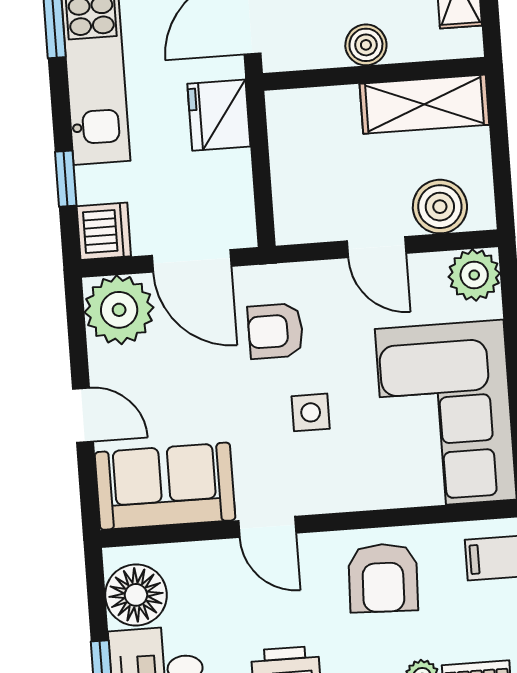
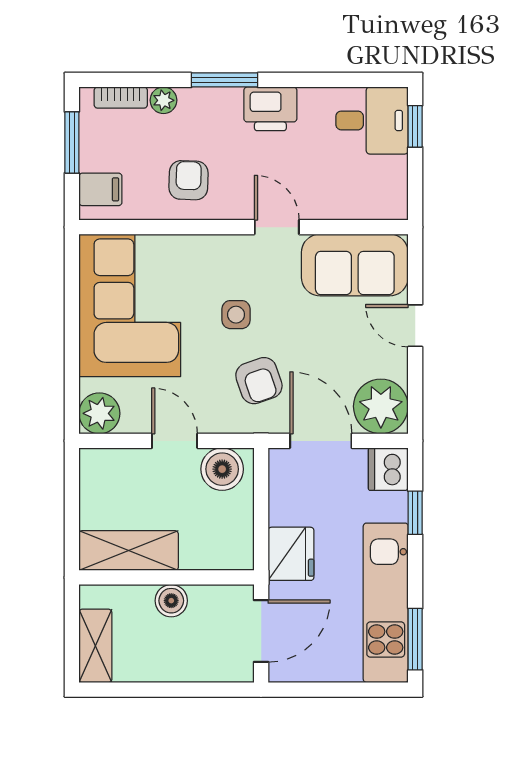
boiler: (440, 207) -> (222, 469), moved
armchair: (276, 331) -> (259, 381), turned 71
armchair: (383, 578) -> (189, 180), width x0.72, depth x0.72
floor lamp: (136, 595) -> (384, 181), removed

